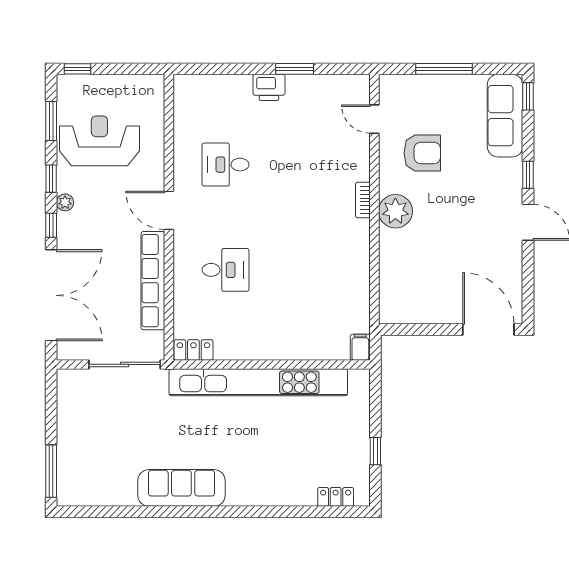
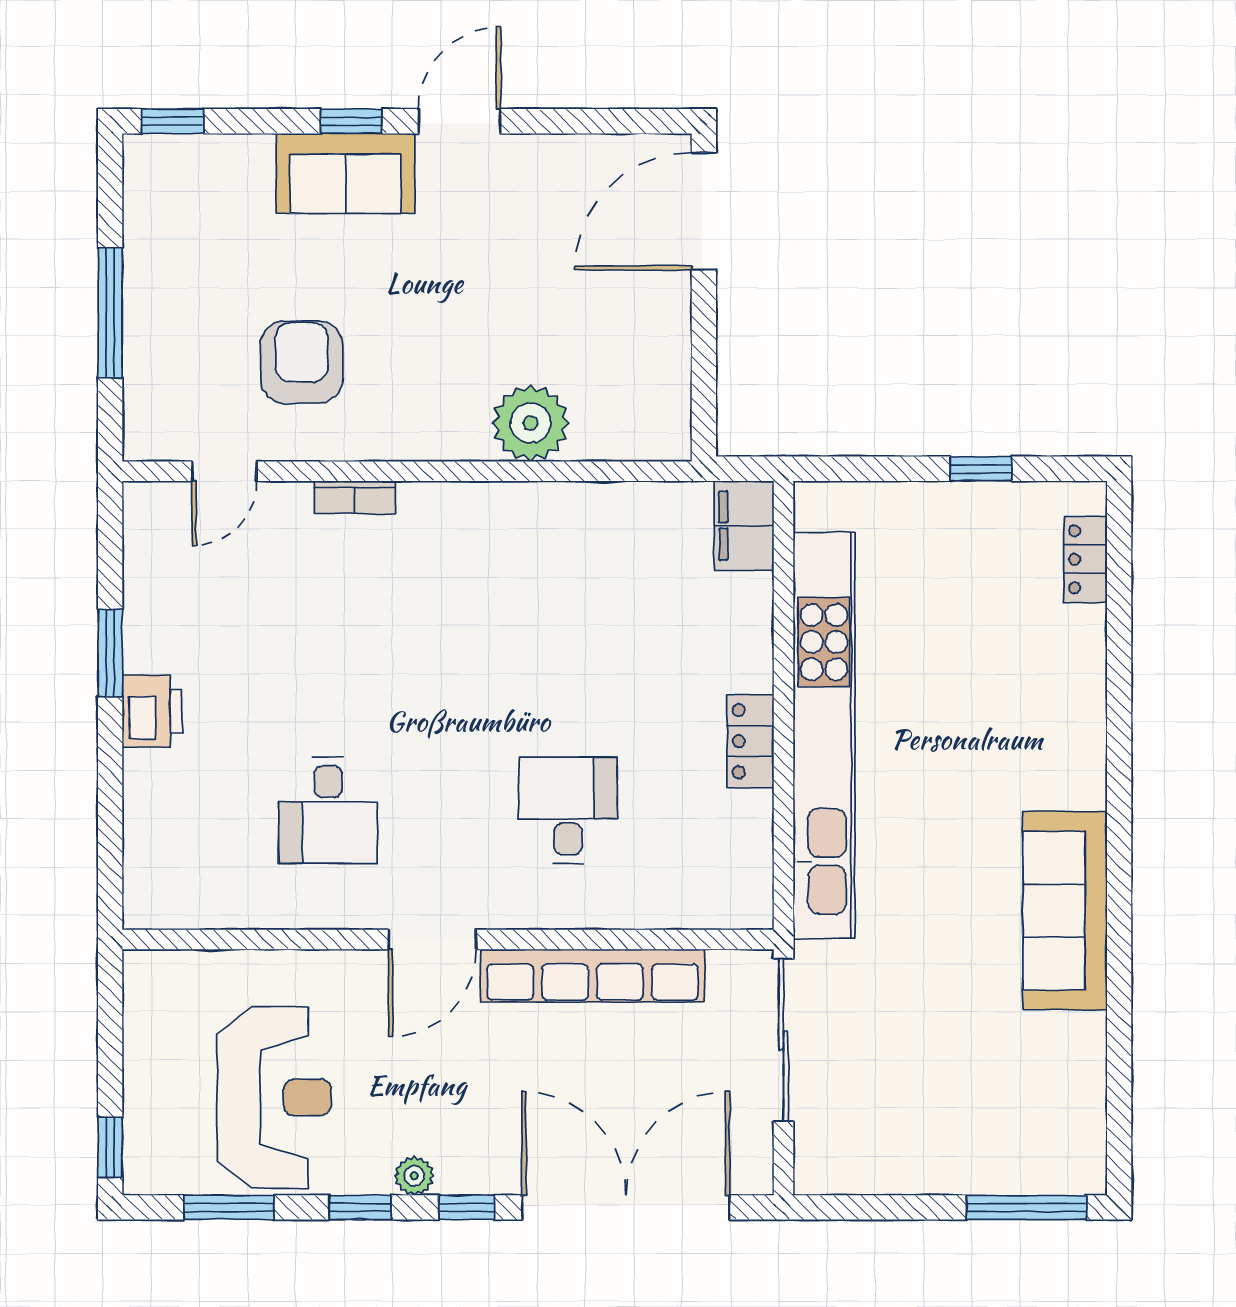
sofa: (505, 116) -> (346, 173), moved, width x0.73
reception desk: (99, 141) -> (274, 1097), turned 180
bookcase: (363, 200) -> (355, 497), moved
plant: (395, 211) -> (531, 423), moved
filing cabinet: (360, 347) -> (744, 526), width x2.00
locker: (193, 350) -> (750, 741), moved

